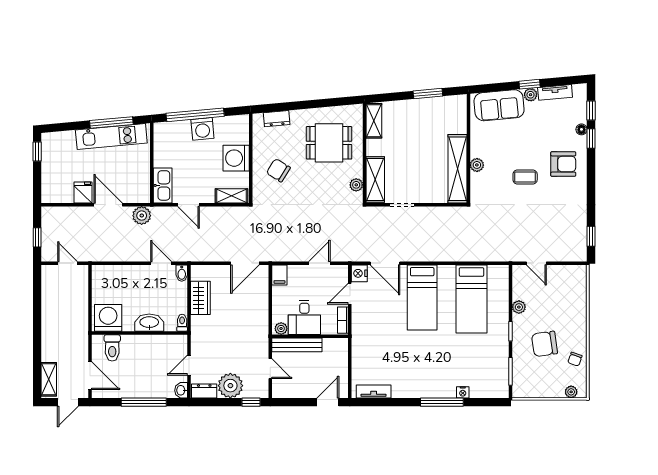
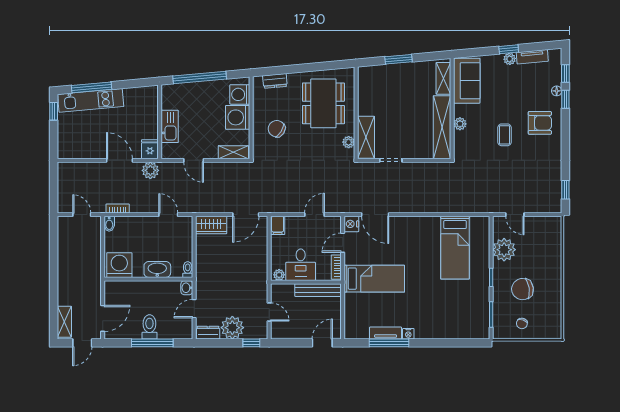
window: (428, 94) -> (398, 59), moved
sofa: (499, 105) -> (467, 81), moved, turned -85
shelving: (374, 121) -> (443, 78), moved
window: (111, 123) -> (91, 87), moved
washing machine: (202, 129) -> (240, 94), moved, turned 95
kitchen unit: (111, 137) -> (91, 100), moved
dining table: (329, 143) -> (323, 103), width x1.38
coffee table: (525, 177) -> (504, 135), turned 90
kitchen sink: (163, 185) -> (170, 126), moved
fridge: (83, 193) -> (150, 149), moved
window: (37, 237) -> (54, 191), removed
bookcase: (106, 257) -> (118, 208), added
bidet: (182, 273) -> (109, 224), moved
bed: (422, 297) -> (374, 279), moved, turned -90
wardrobe: (200, 298) -> (211, 225), moved, turned 90
plant: (519, 307) -> (504, 250), width x1.87, depth x1.87
bench: (297, 345) -> (318, 290), moved
toilet: (112, 348) -> (149, 327), moved, turned 180
chair: (575, 359) -> (522, 323), moved
door: (90, 376) -> (103, 318), hinge flipped
washbasin: (181, 390) -> (187, 288), moved
tv unit: (374, 391) -> (386, 333), moved
nightstand: (463, 392) -> (408, 334), moved
plant: (571, 392) -> (547, 333), removed
window: (442, 402) -> (389, 343), moved

